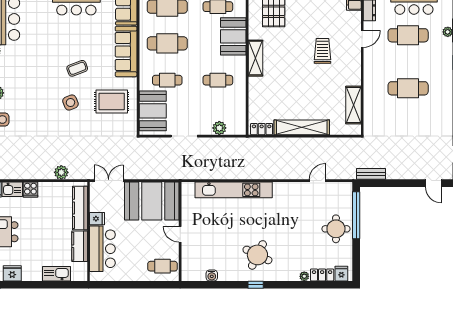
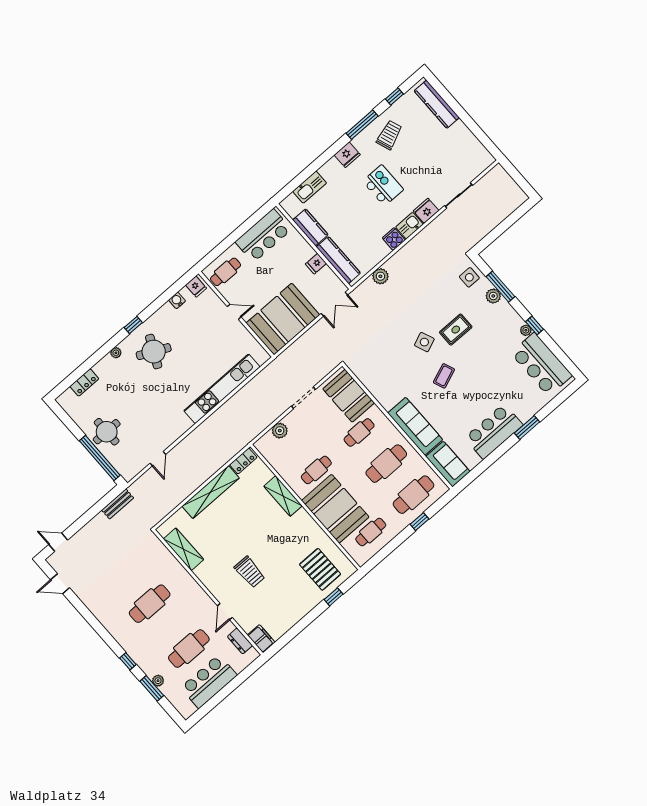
booth: (233, 36) -> (335, 509), width x1.36, depth x1.42
shelving: (256, 58) -> (283, 496), moved
rug: (112, 101) -> (456, 330), moved, width x0.73, depth x0.70
bar counter: (102, 249) -> (263, 236), moved, turned -90
fridge: (341, 274) -> (196, 287), moved
plant: (304, 276) -> (116, 353), moved

